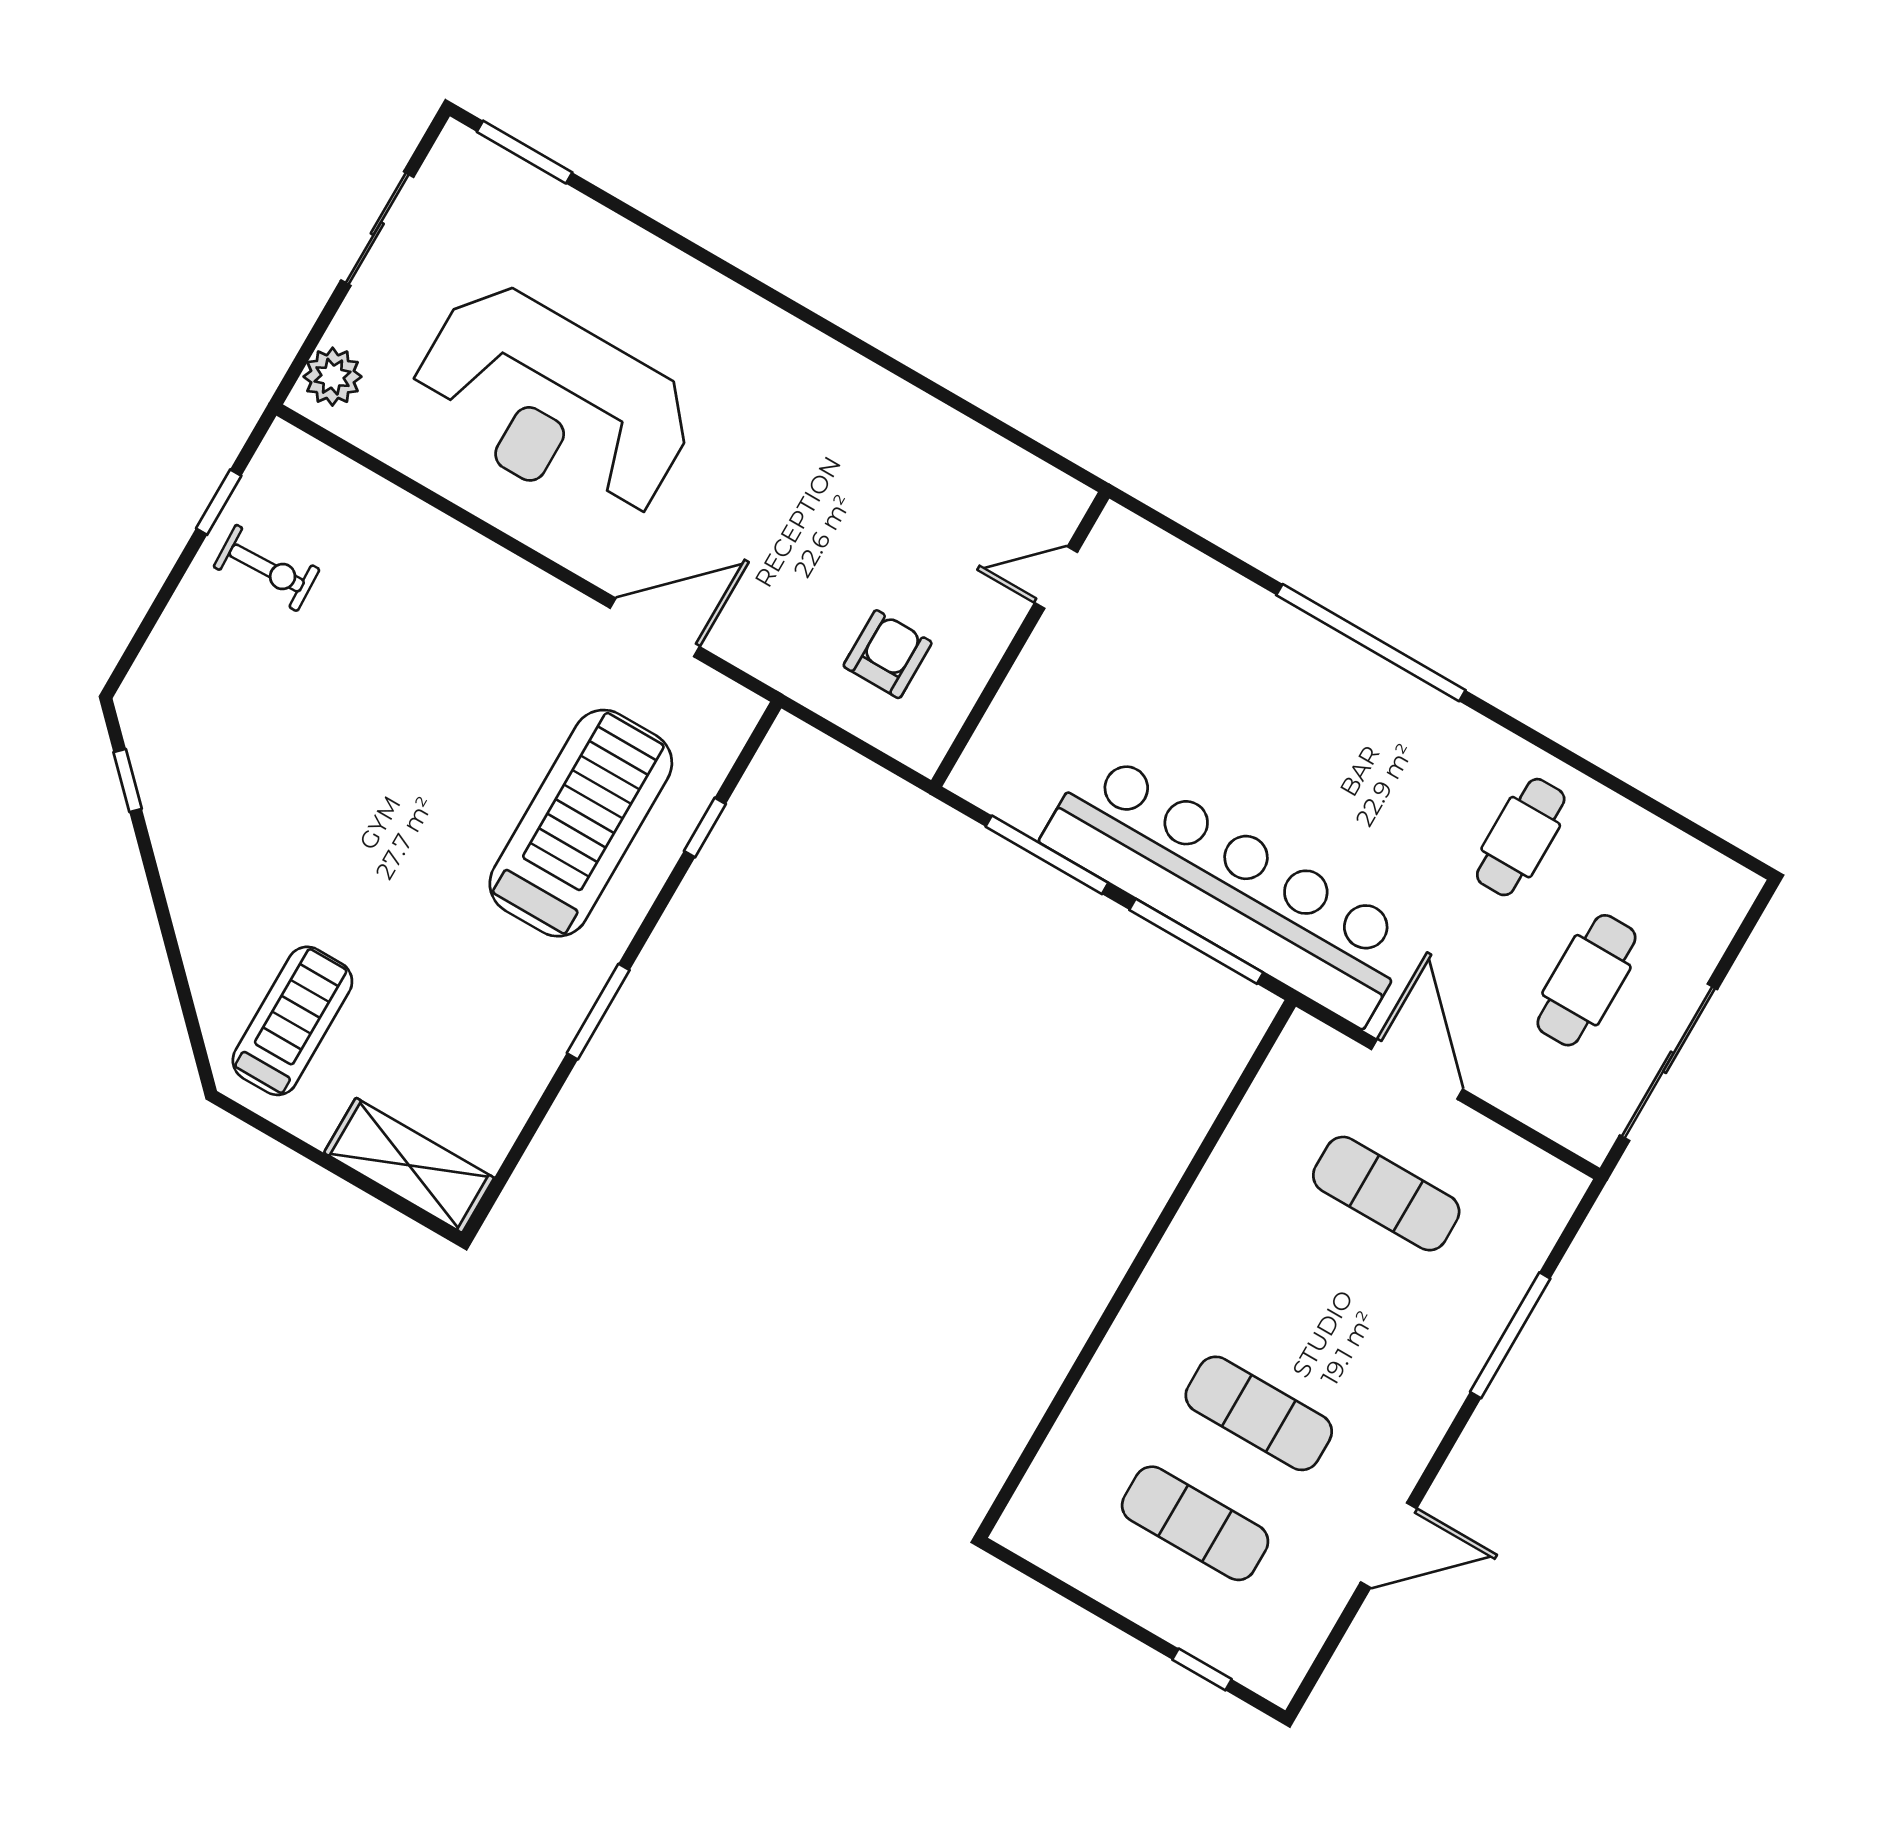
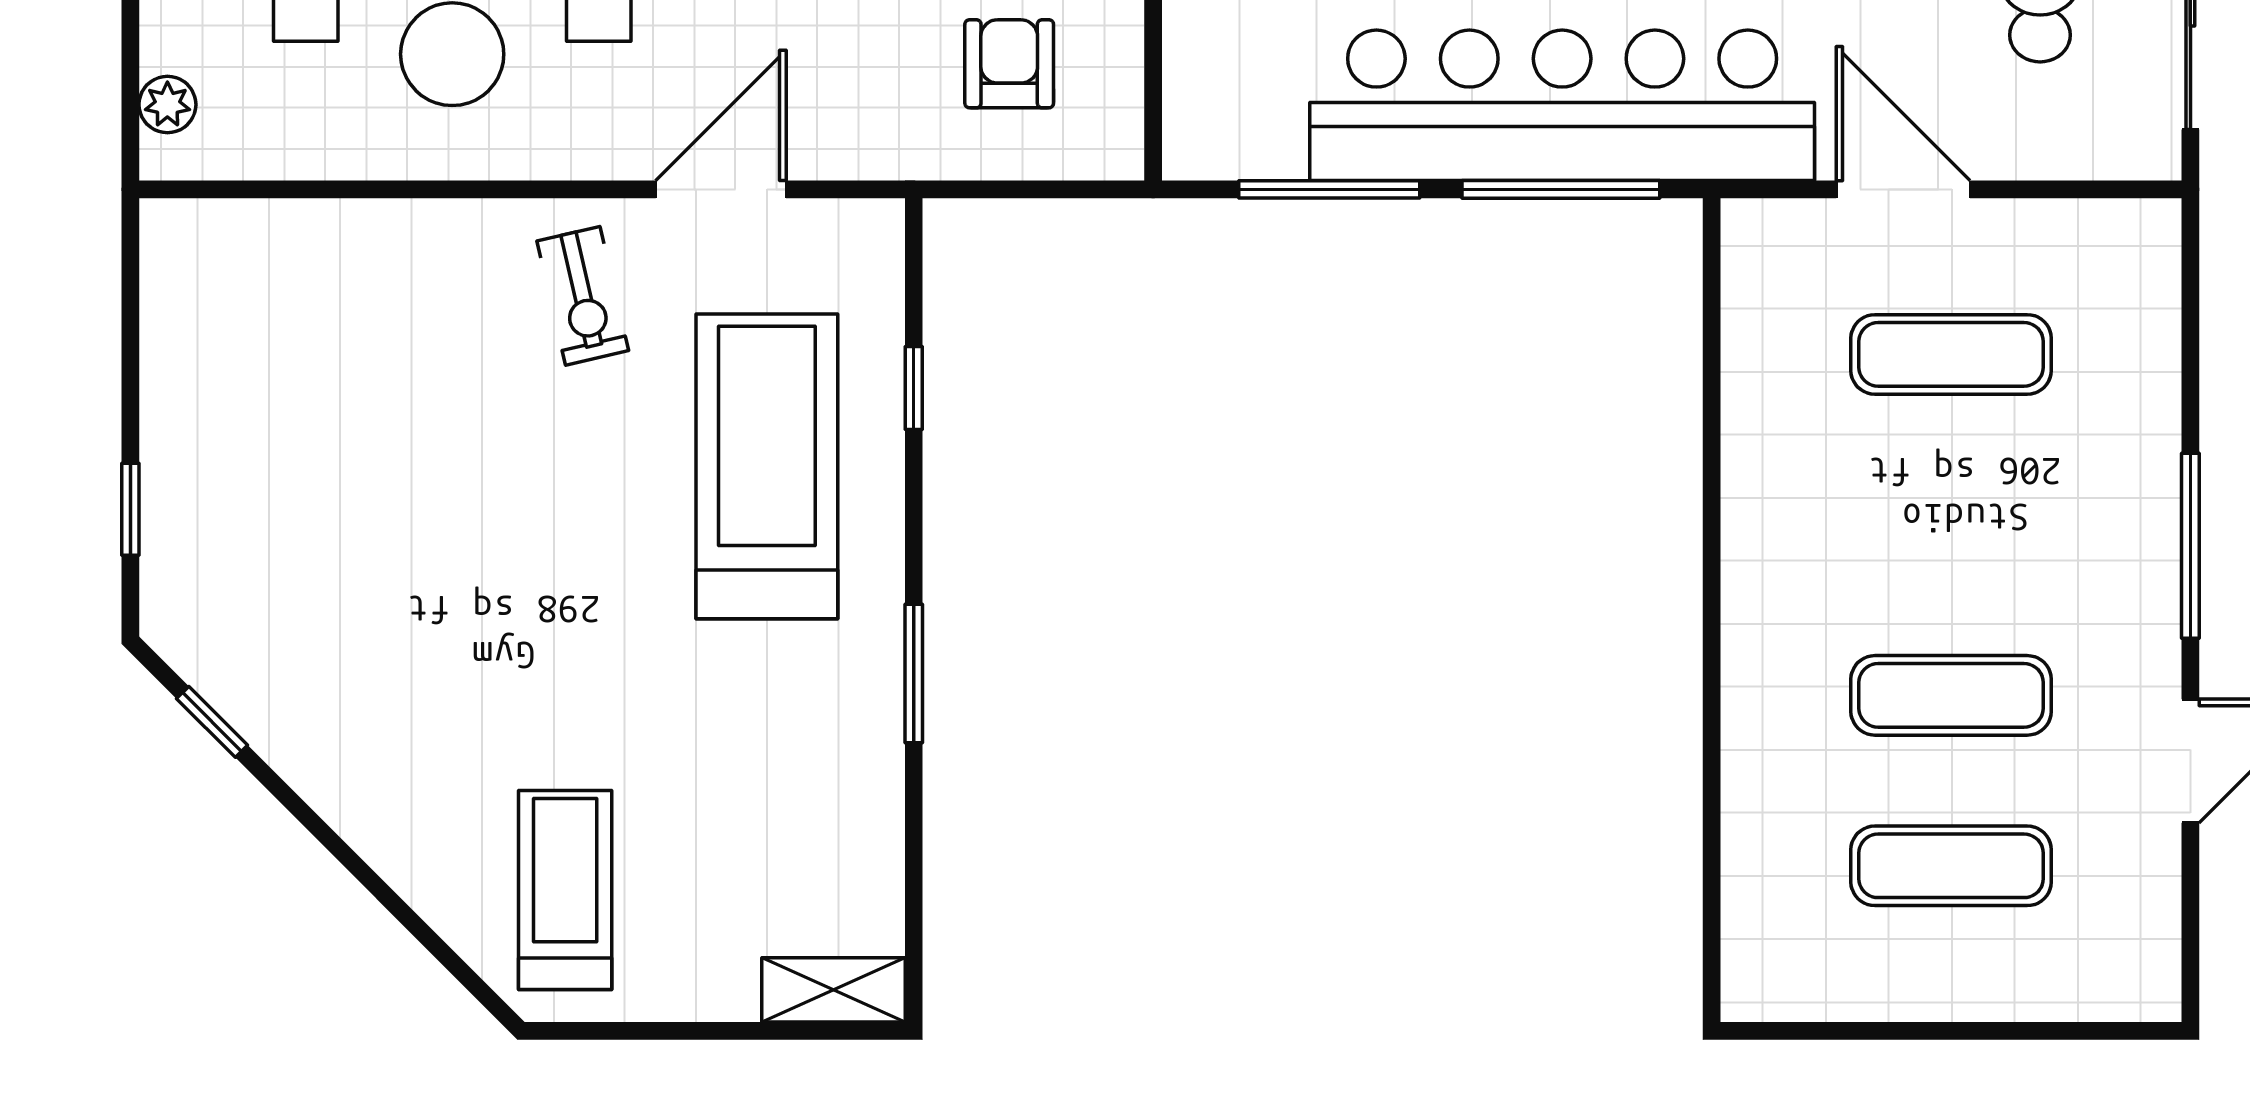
plant: (332, 377) -> (167, 105), width x0.73, depth x0.73
window: (219, 502) -> (130, 509), moved
exercise bike: (267, 568) -> (583, 296), moved, turned 79
shelving: (409, 1165) -> (833, 990), width x0.67, depth x0.75
window: (1510, 1335) -> (2190, 546), moved
window: (1202, 1669) -> (2057, 1031), removed

